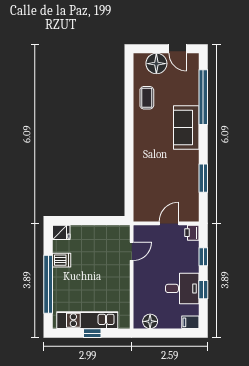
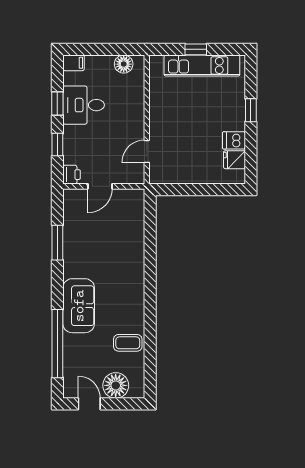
coffee table: (147, 98) -> (128, 343), turned 90
fridge: (61, 232) -> (234, 160), moved
window: (48, 284) -> (251, 110), width x0.32

